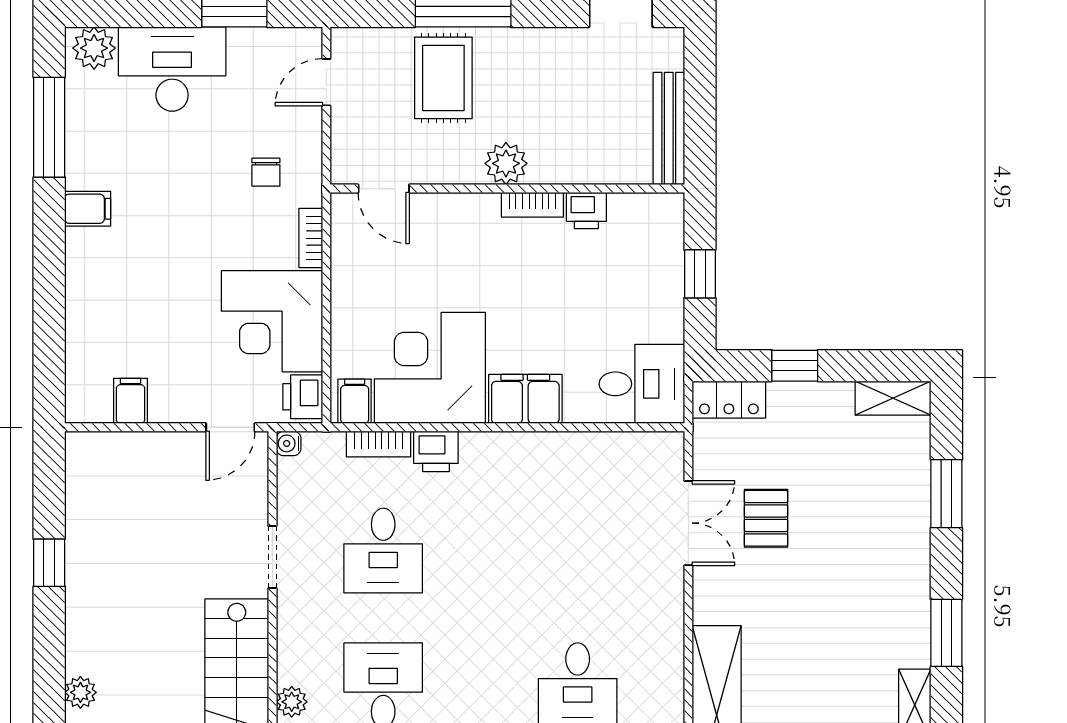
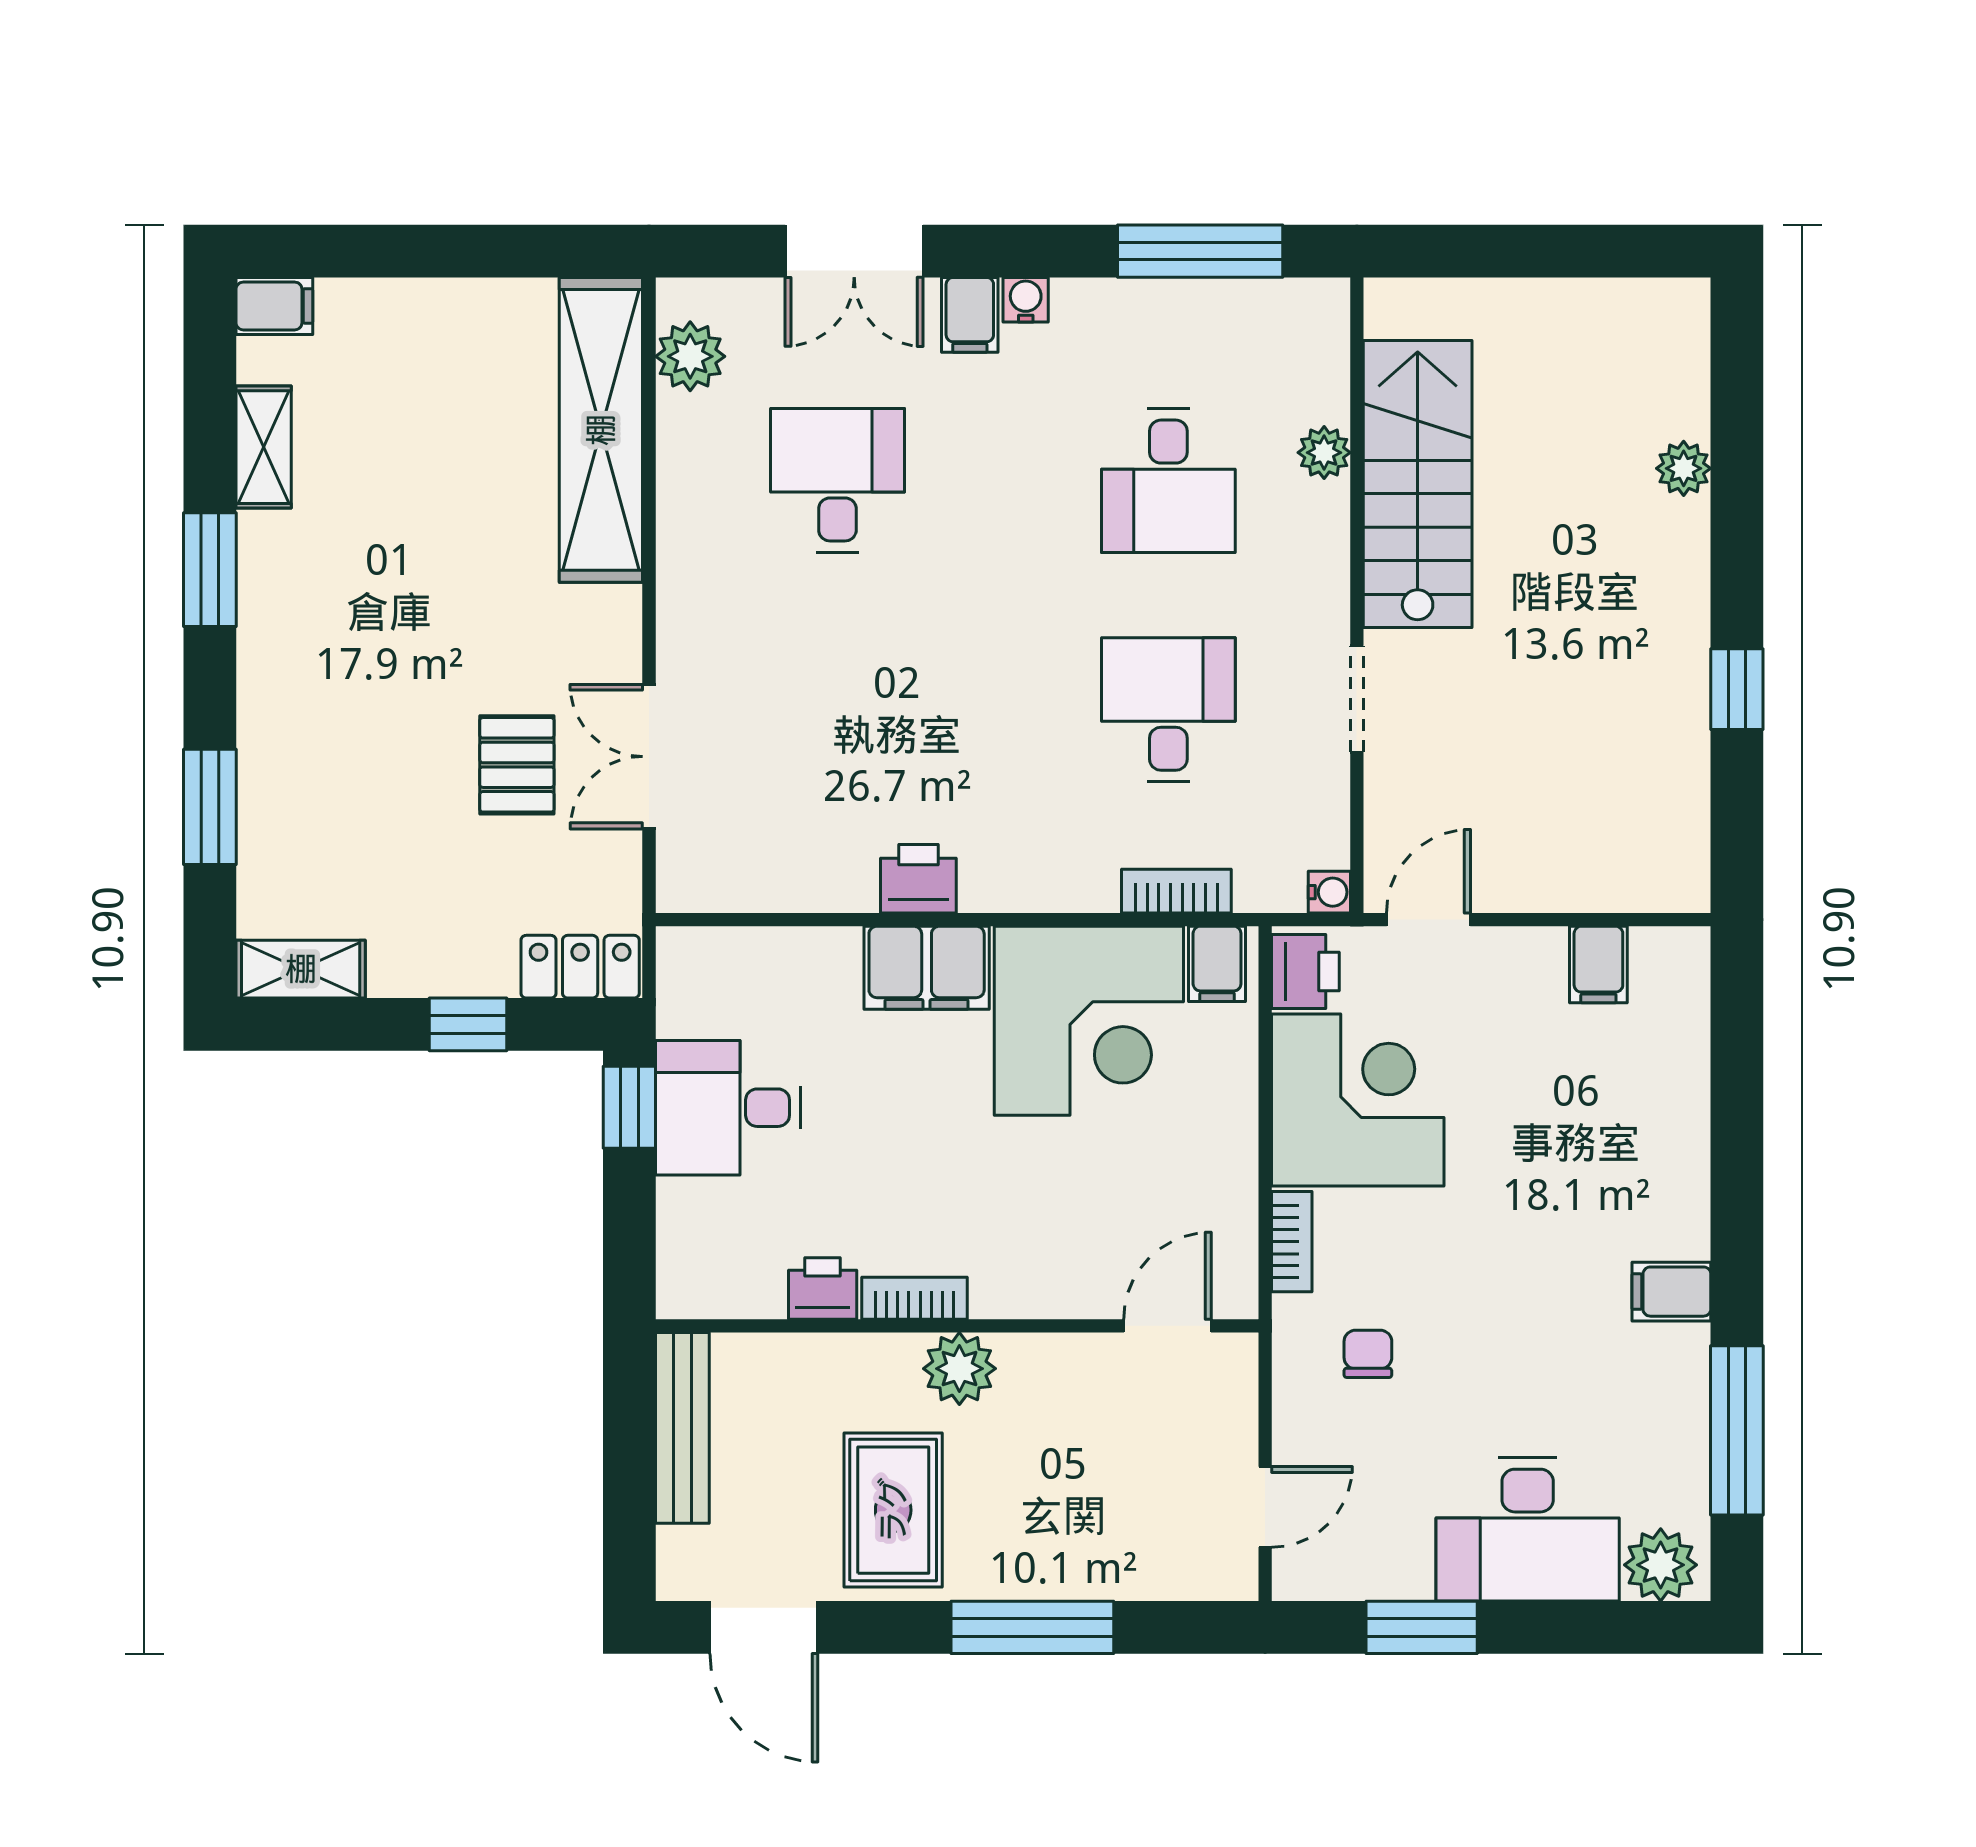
rug: (443, 78) -> (893, 1510), moved
door: (384, 189) -> (1168, 1326), hinge flipped
window: (700, 274) -> (629, 1107), moved
desk: (642, 384) -> (728, 1108), moved
printer: (436, 451) -> (918, 879), moved

